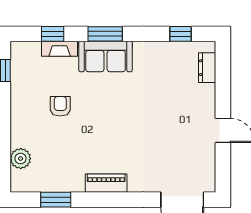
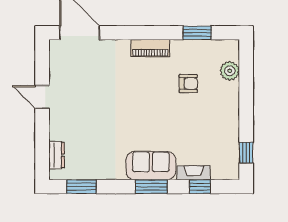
window: (181, 34) -> (81, 187), width x1.50
armchair: (60, 106) -> (188, 84), moved, turned -90

